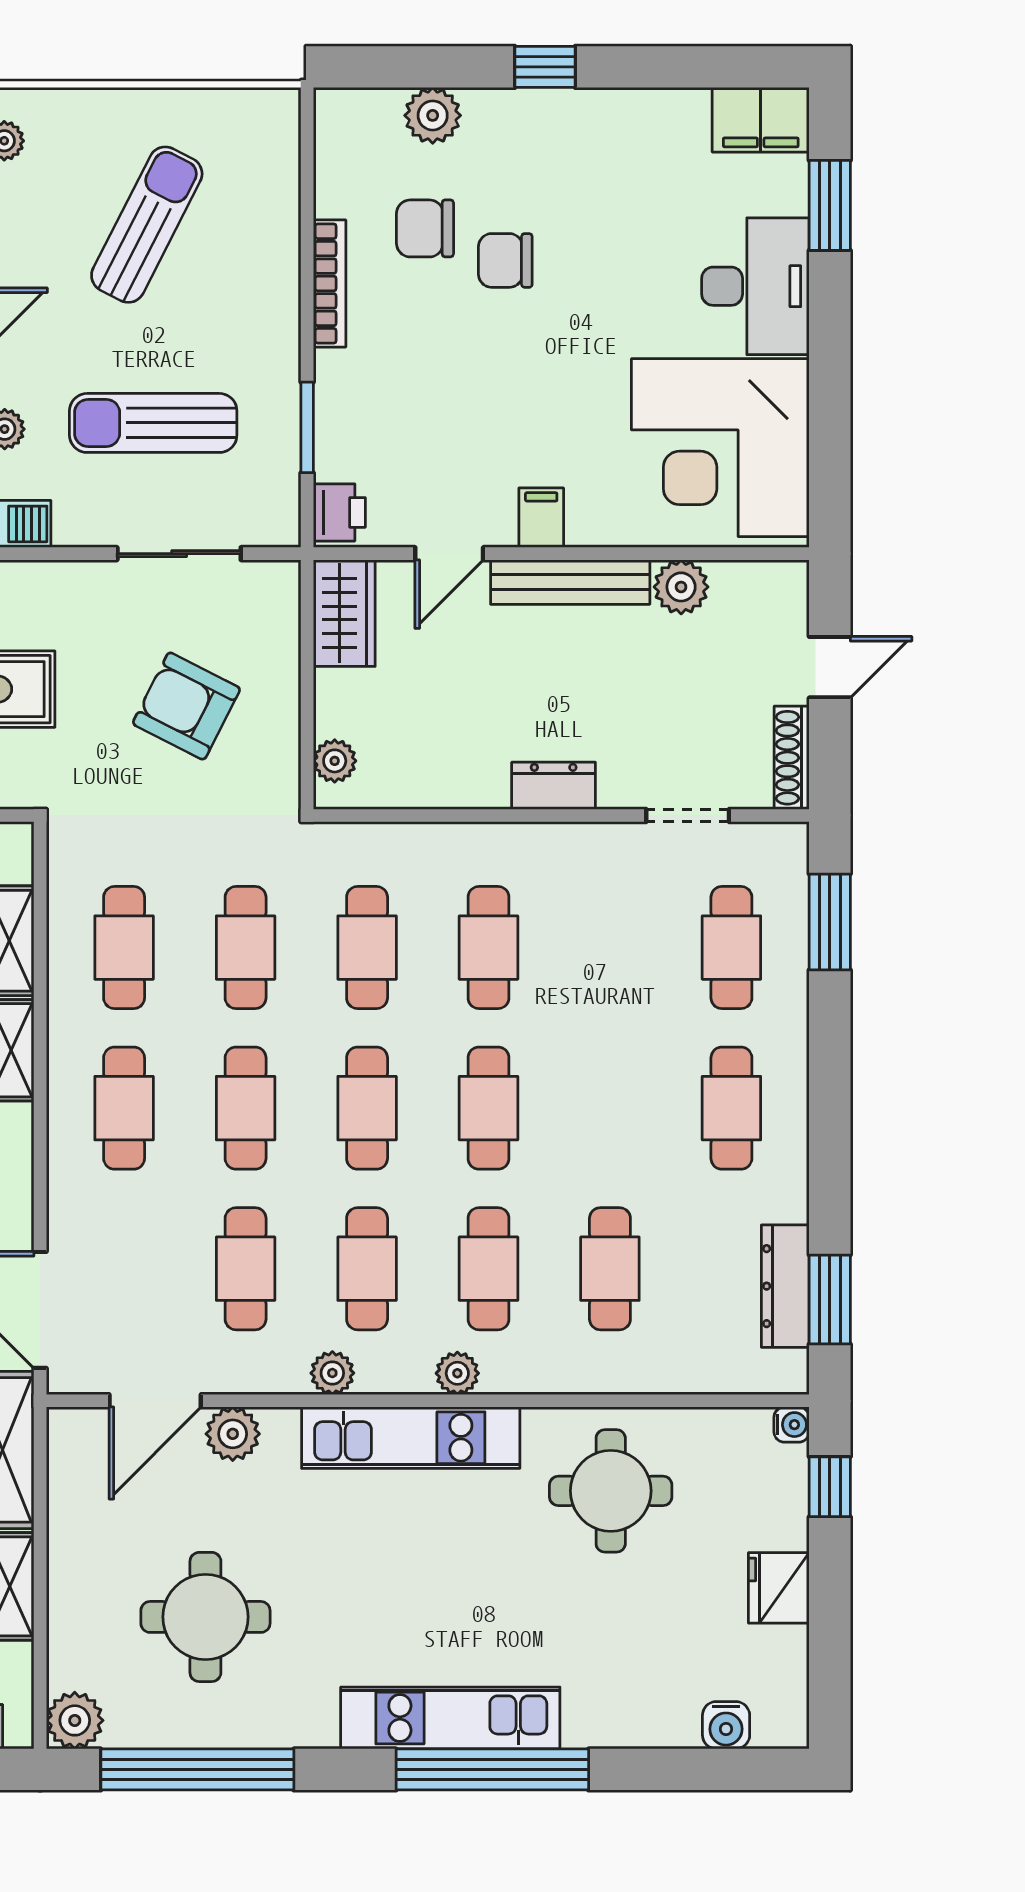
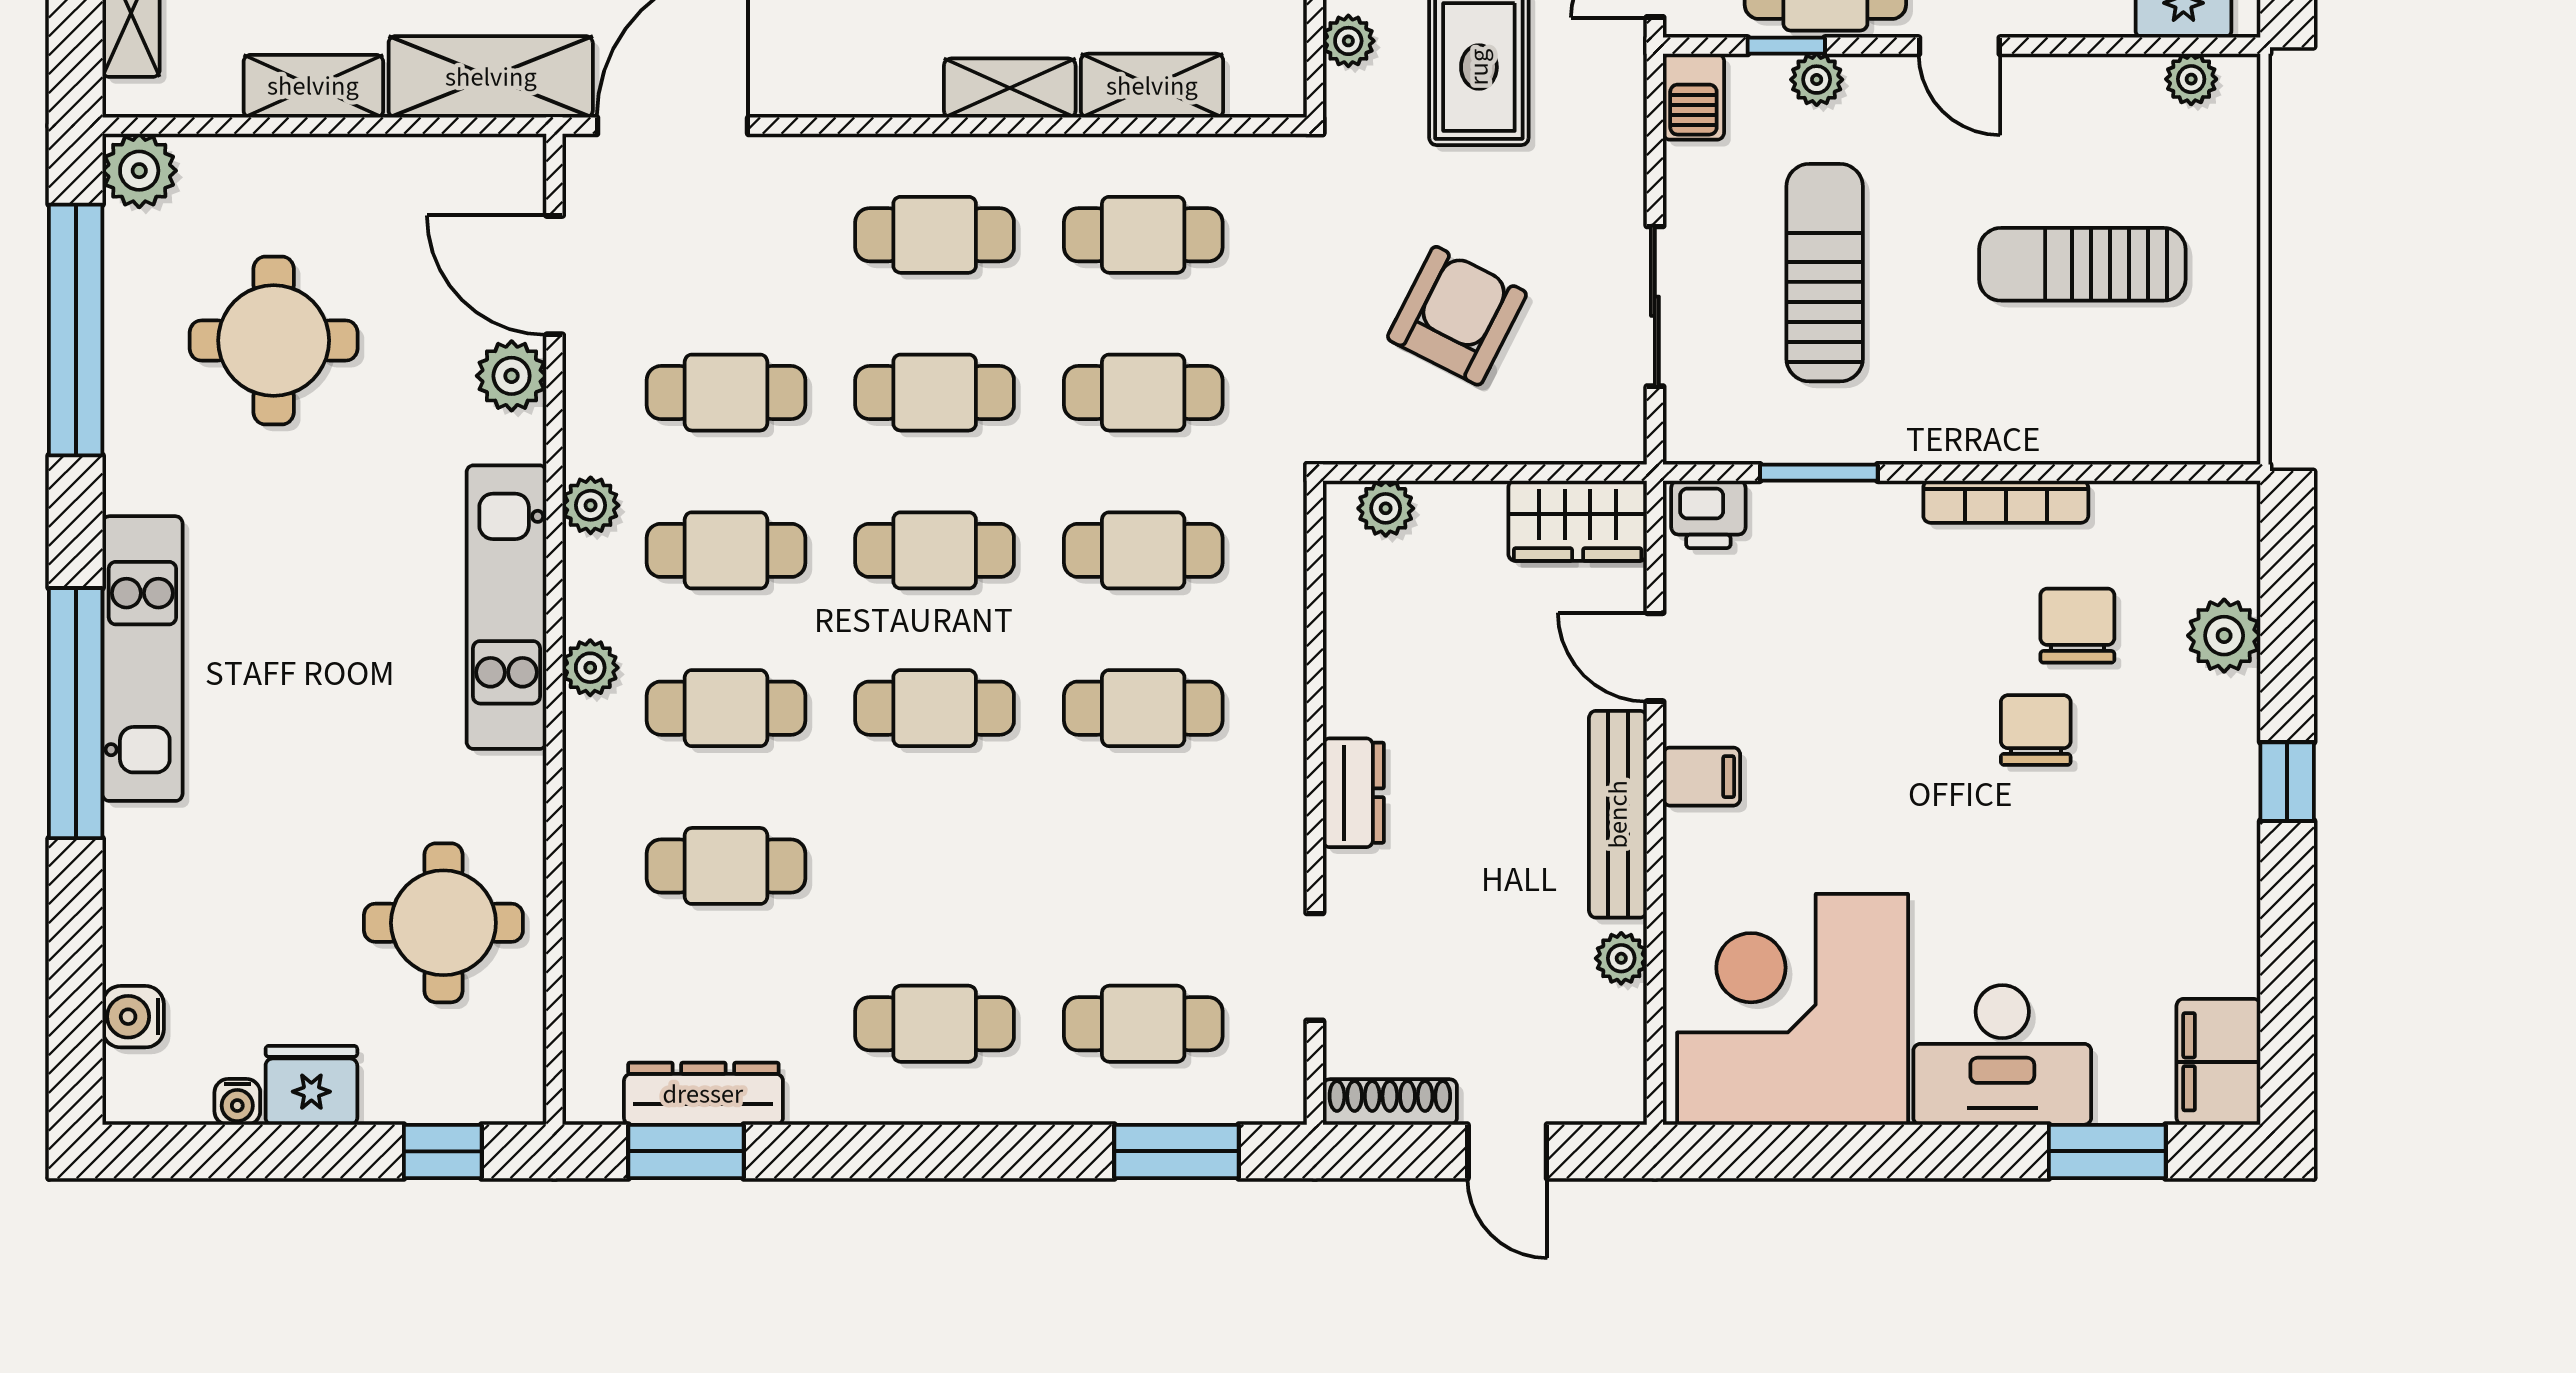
sun lounger: (147, 225) -> (2082, 264), turned 153
plant: (681, 587) -> (1621, 958), width x0.73, depth x0.73
water cooler: (792, 1425) -> (237, 1102), moved
round table: (611, 1491) -> (443, 923), moved

